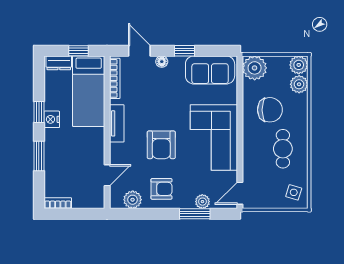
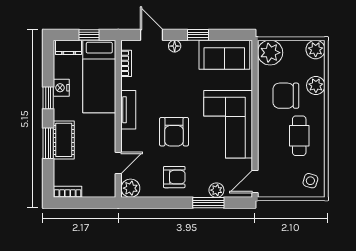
bookcase: (115, 78) -> (126, 63), width x0.64
plant: (299, 84) -> (316, 85), moved
chair: (270, 110) -> (286, 96), turned 180
nightstand: (52, 119) -> (61, 88), moved
cot: (54, 153) -> (64, 140), added
plant: (133, 200) -> (130, 188), moved

